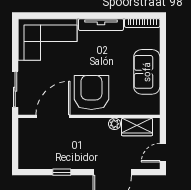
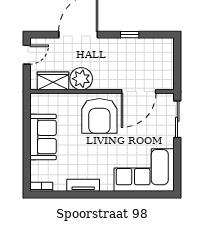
bookcase: (142, 23) -> (41, 187), width x0.64
tv unit: (101, 25) -> (83, 185), width x0.71
plant: (115, 124) -> (81, 79), width x1.88, depth x1.88

